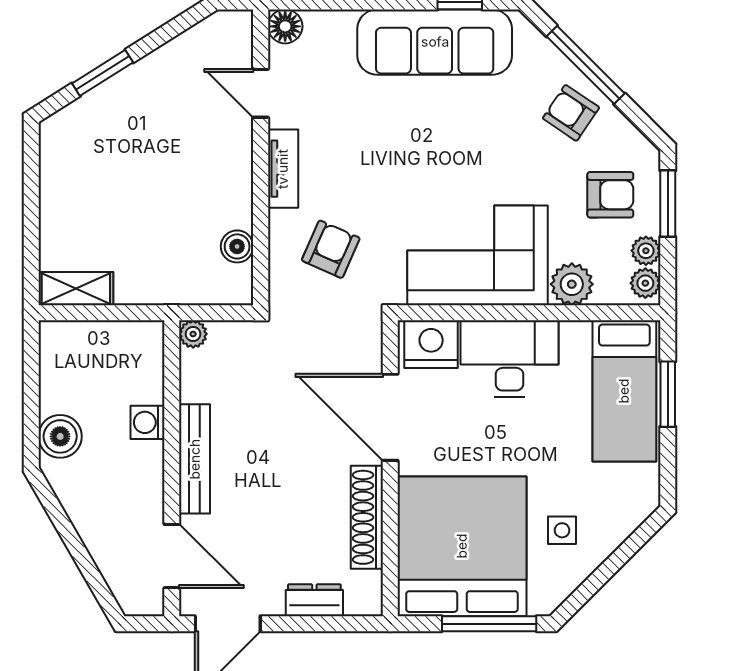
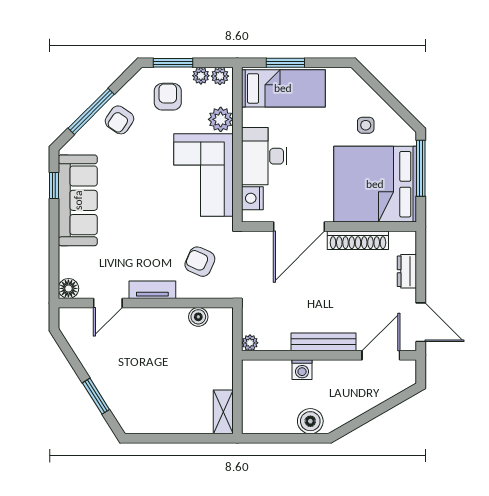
nightstand: (431, 344) -> (252, 198), width x0.74, depth x0.75

